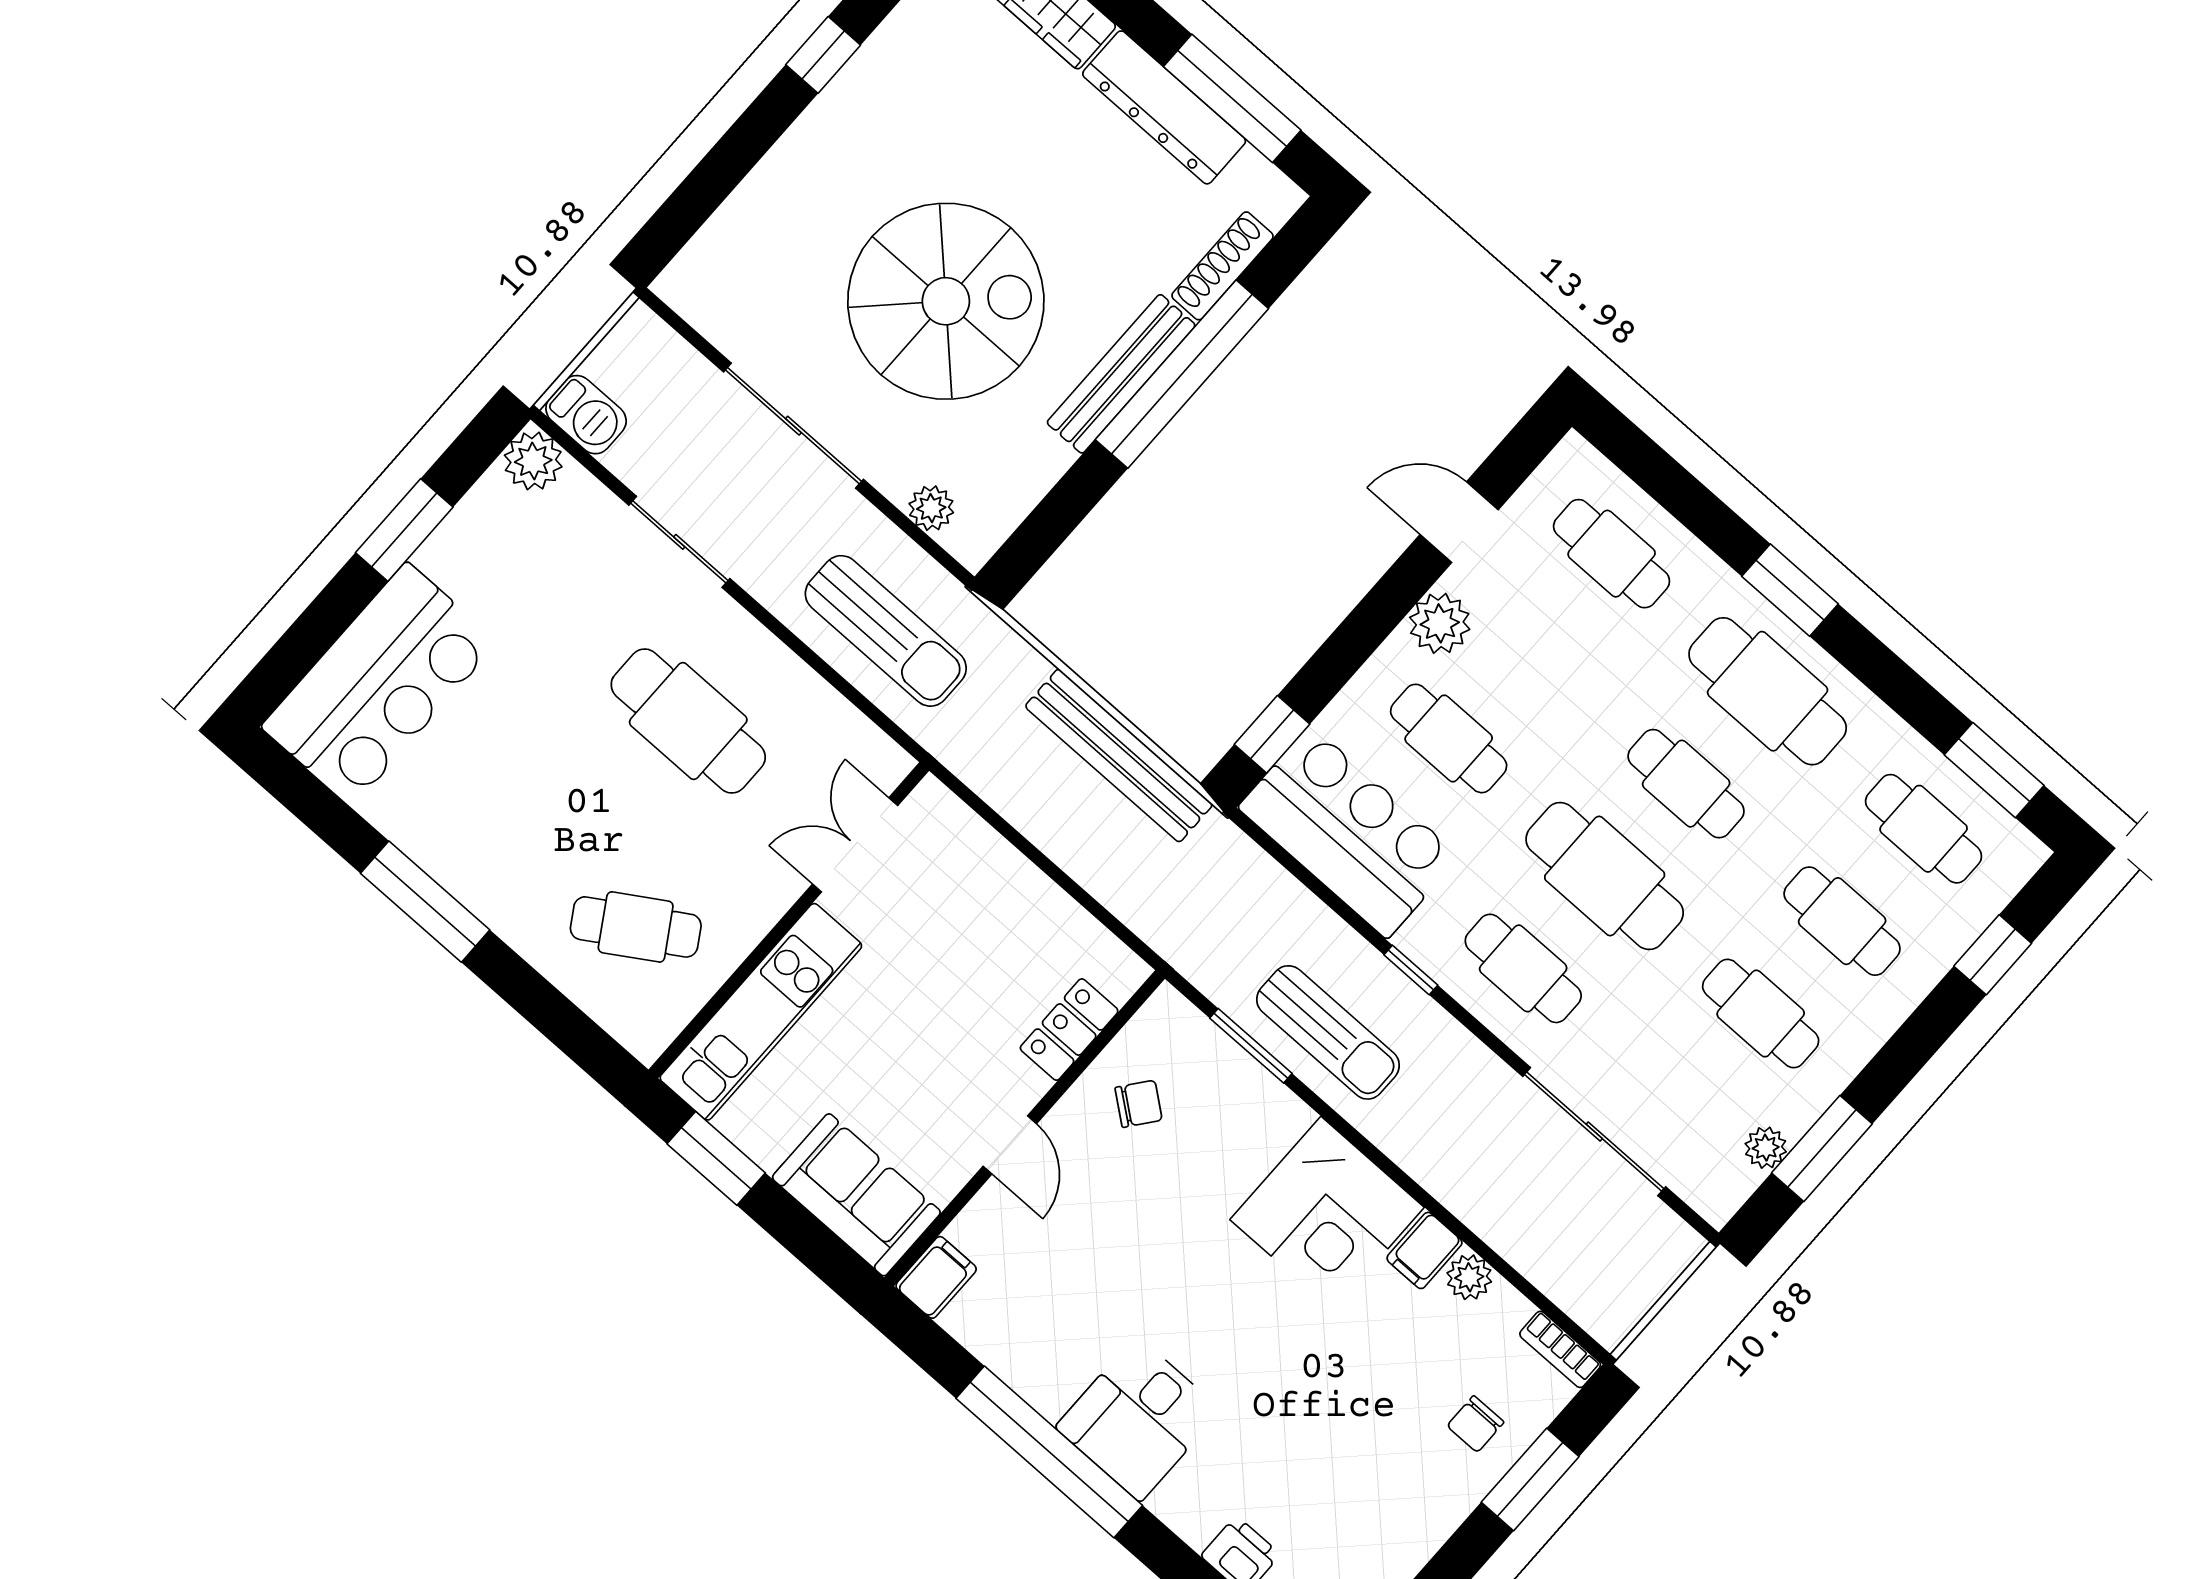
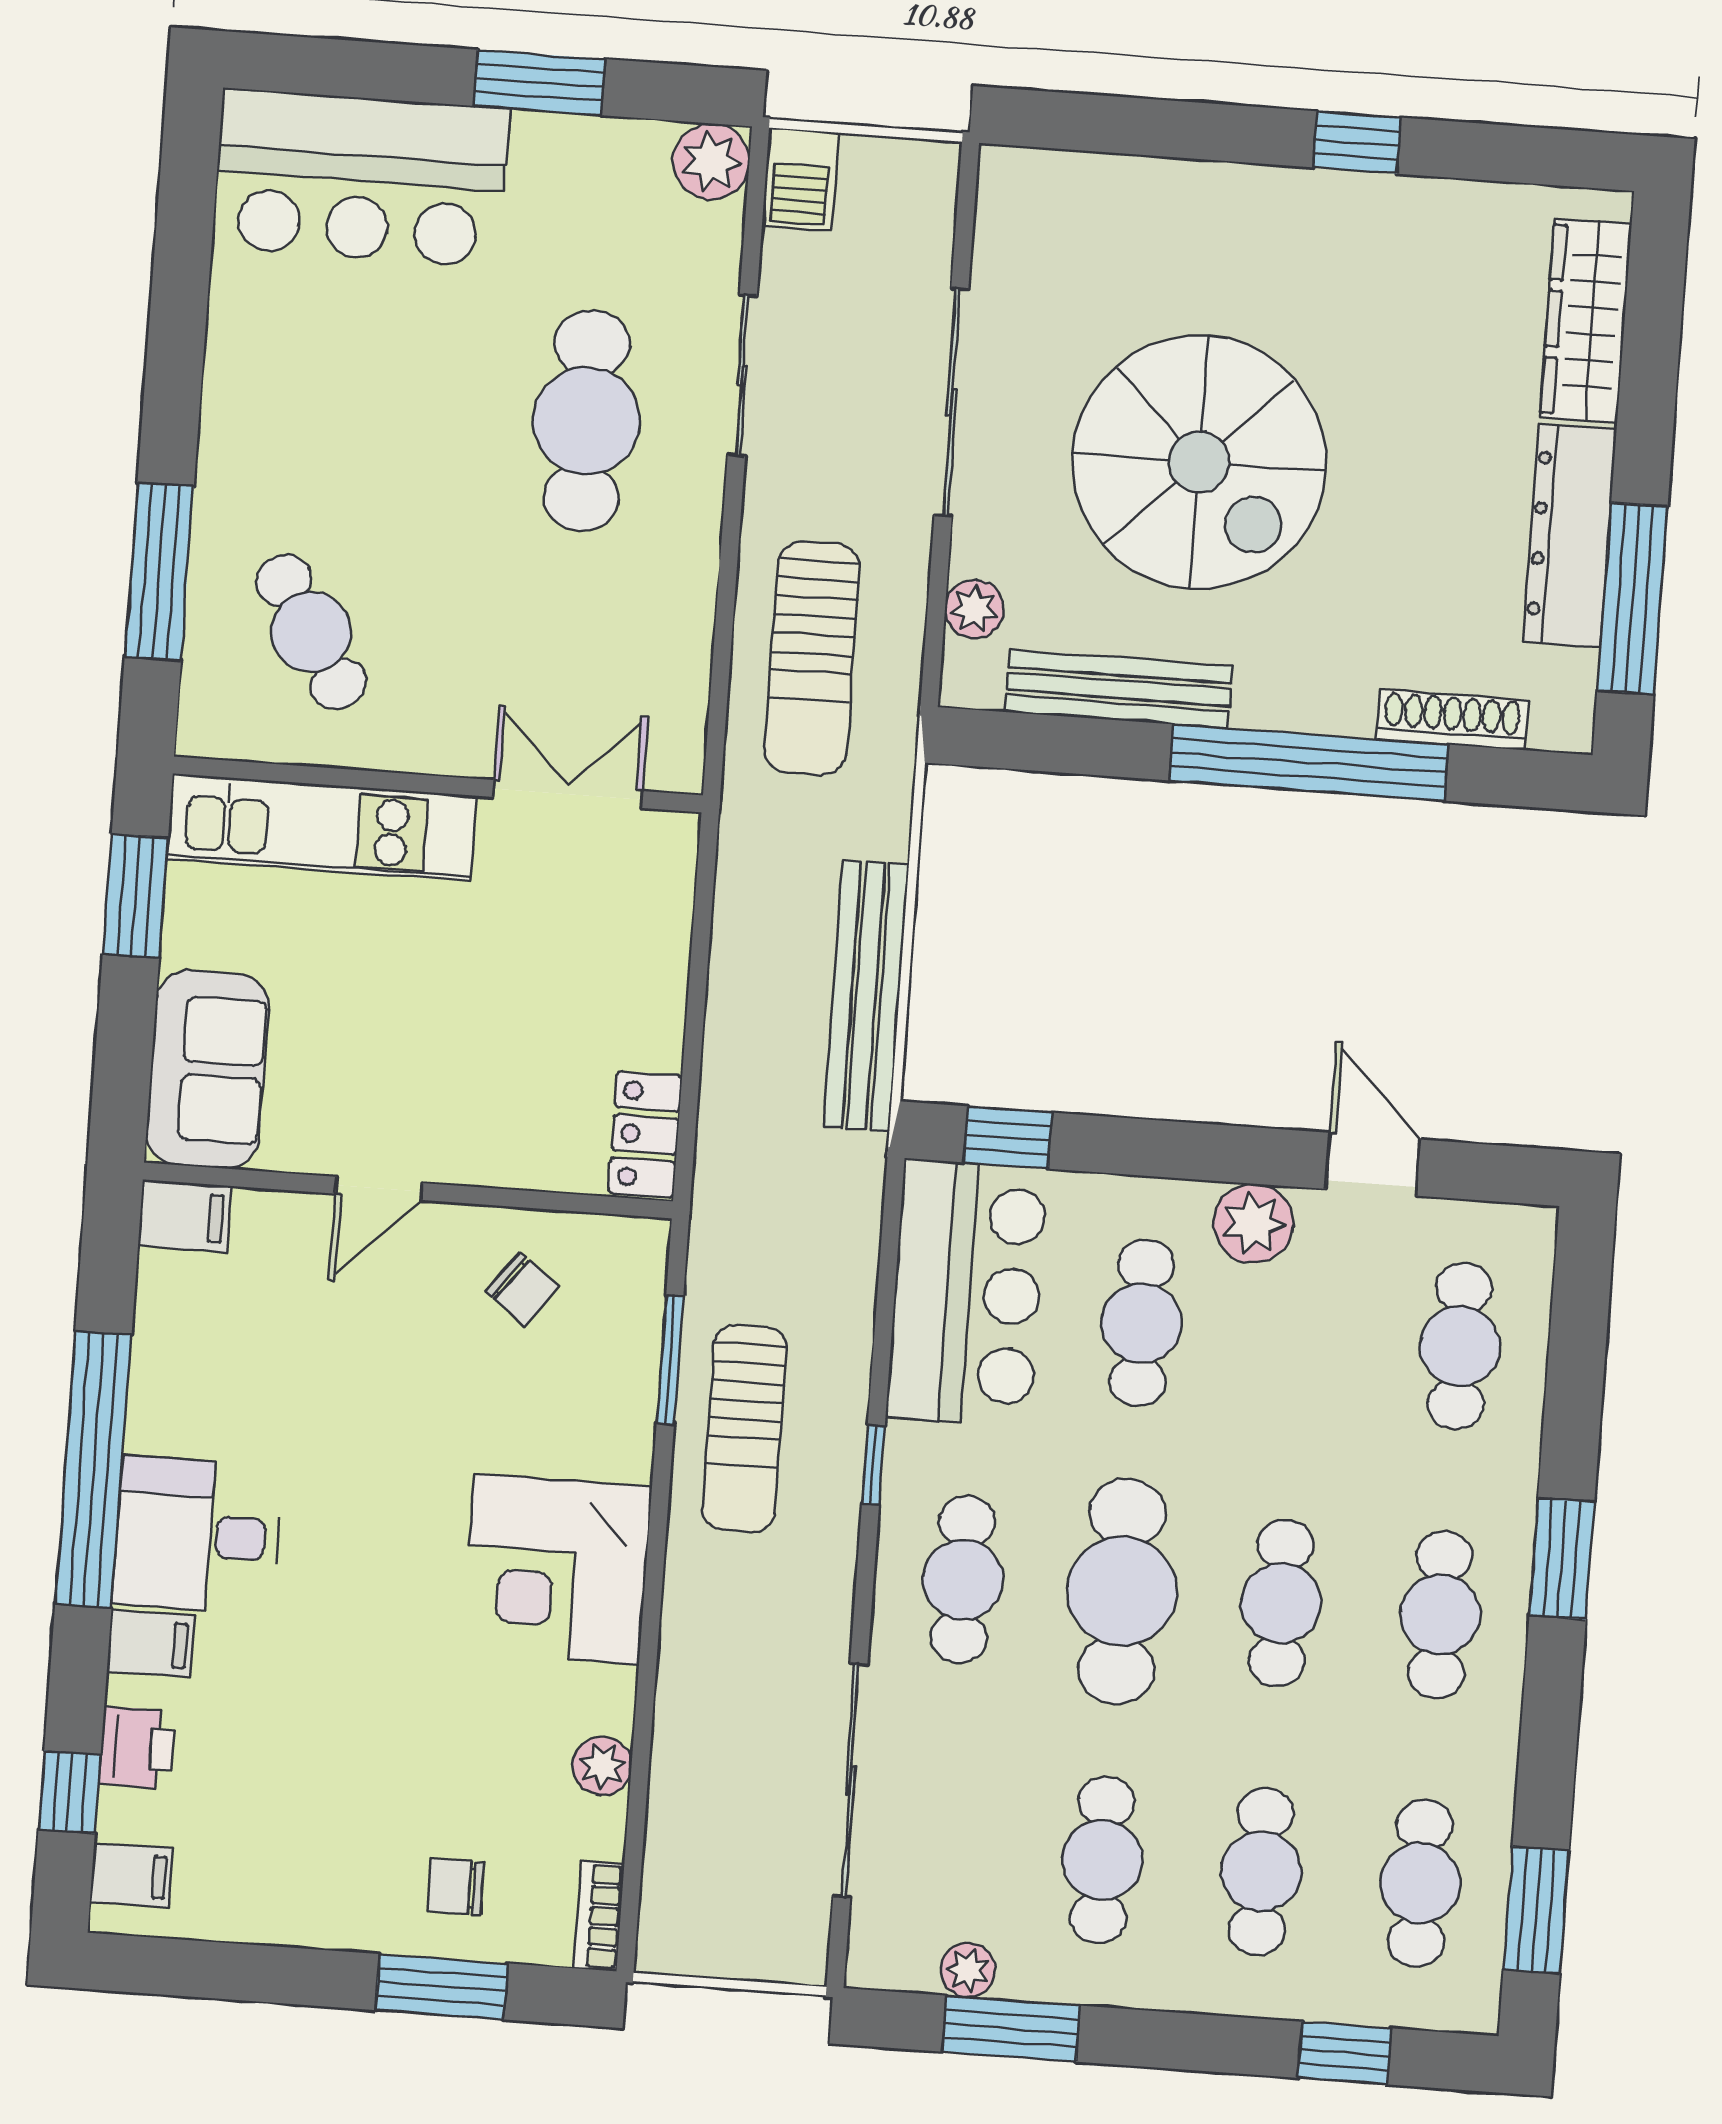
bench: (1121, 374) -> (1119, 689), moved
cafe table: (1768, 691) -> (1440, 1615), width x0.73, depth x0.74
cafe table: (688, 721) -> (587, 421), moved
window: (425, 902) -> (159, 571), moved
locker: (1069, 1030) -> (645, 1134), moved, turned -90
filing cabinet: (1424, 1250) -> (151, 1644), moved, turned 180

